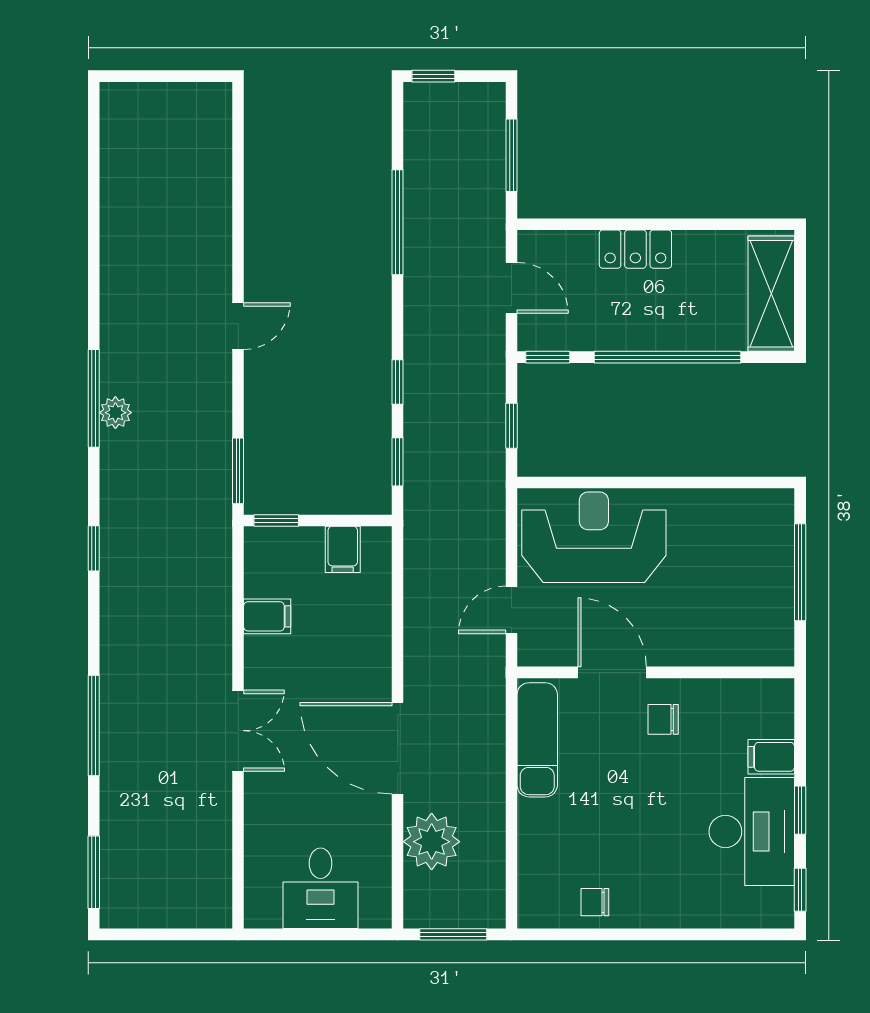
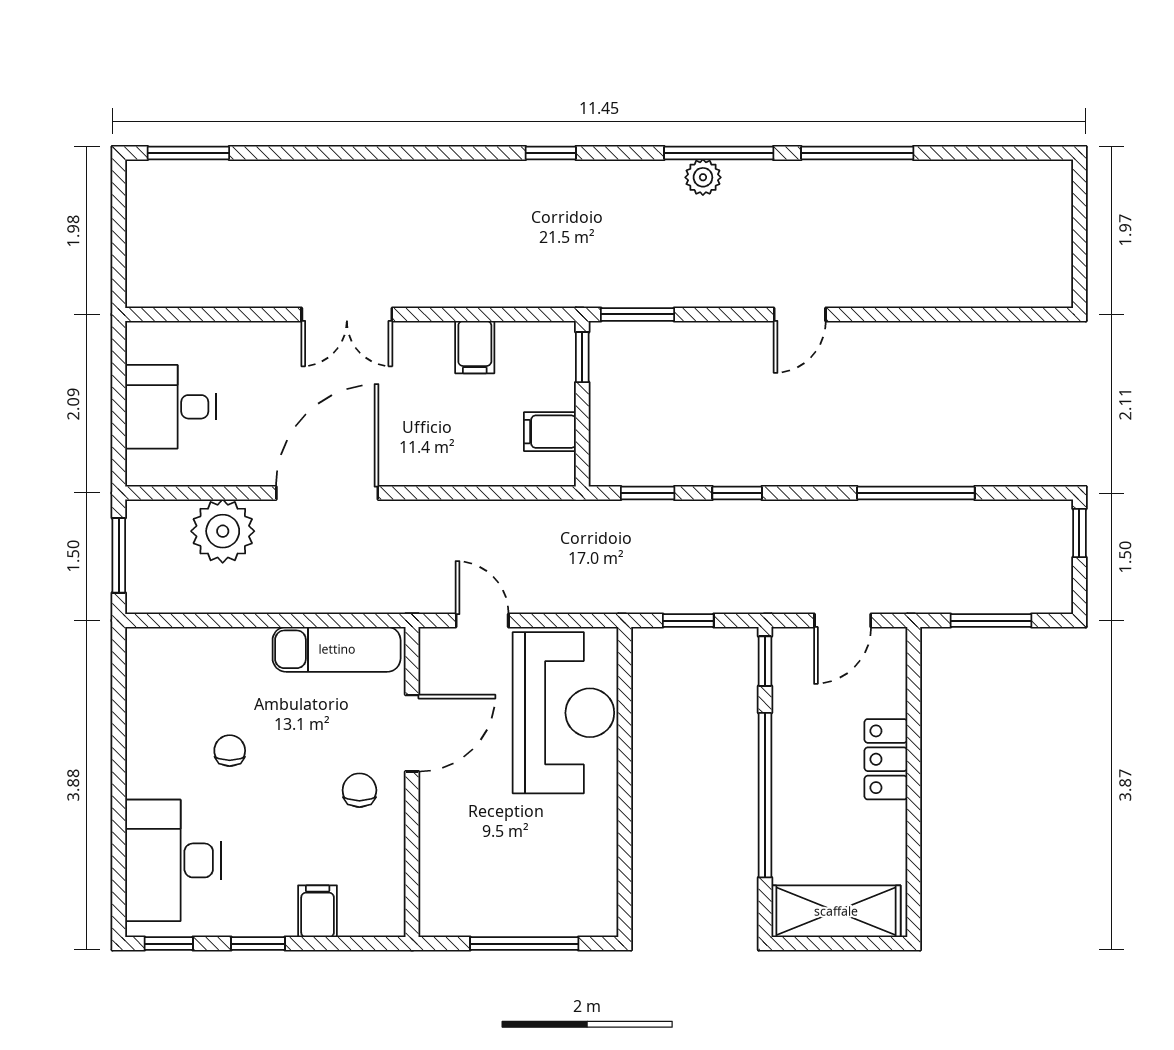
door: (238, 326) -> (800, 314), hinge flipped
window: (94, 725) -> (857, 153), moved
desk: (752, 831) -> (173, 860), moved, turned 90
chair: (595, 902) -> (230, 751), moved

